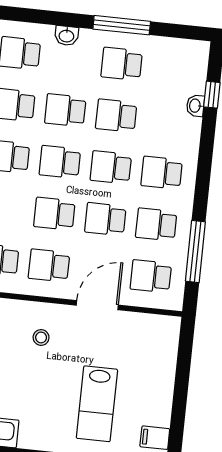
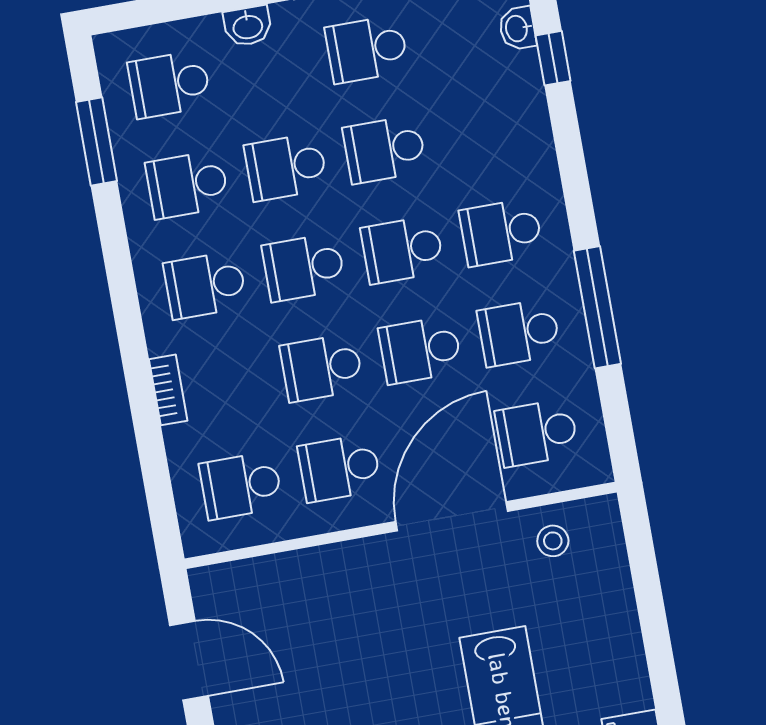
washbasin: (195, 106) -> (517, 28), moved
window: (195, 252) -> (597, 307), moved
door: (97, 305) -> (452, 516), width x1.36
stool: (41, 337) -> (553, 541), moved

